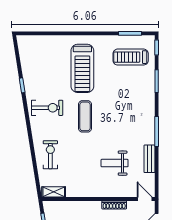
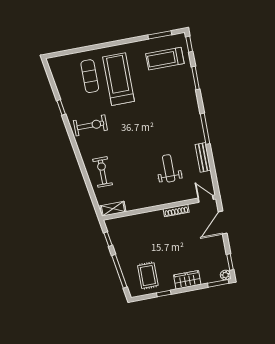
treadmill: (82, 68) -> (119, 79), turned 180
exercise mat: (85, 116) -> (90, 76), moved
weight bench: (115, 163) -> (169, 168), turned 90

